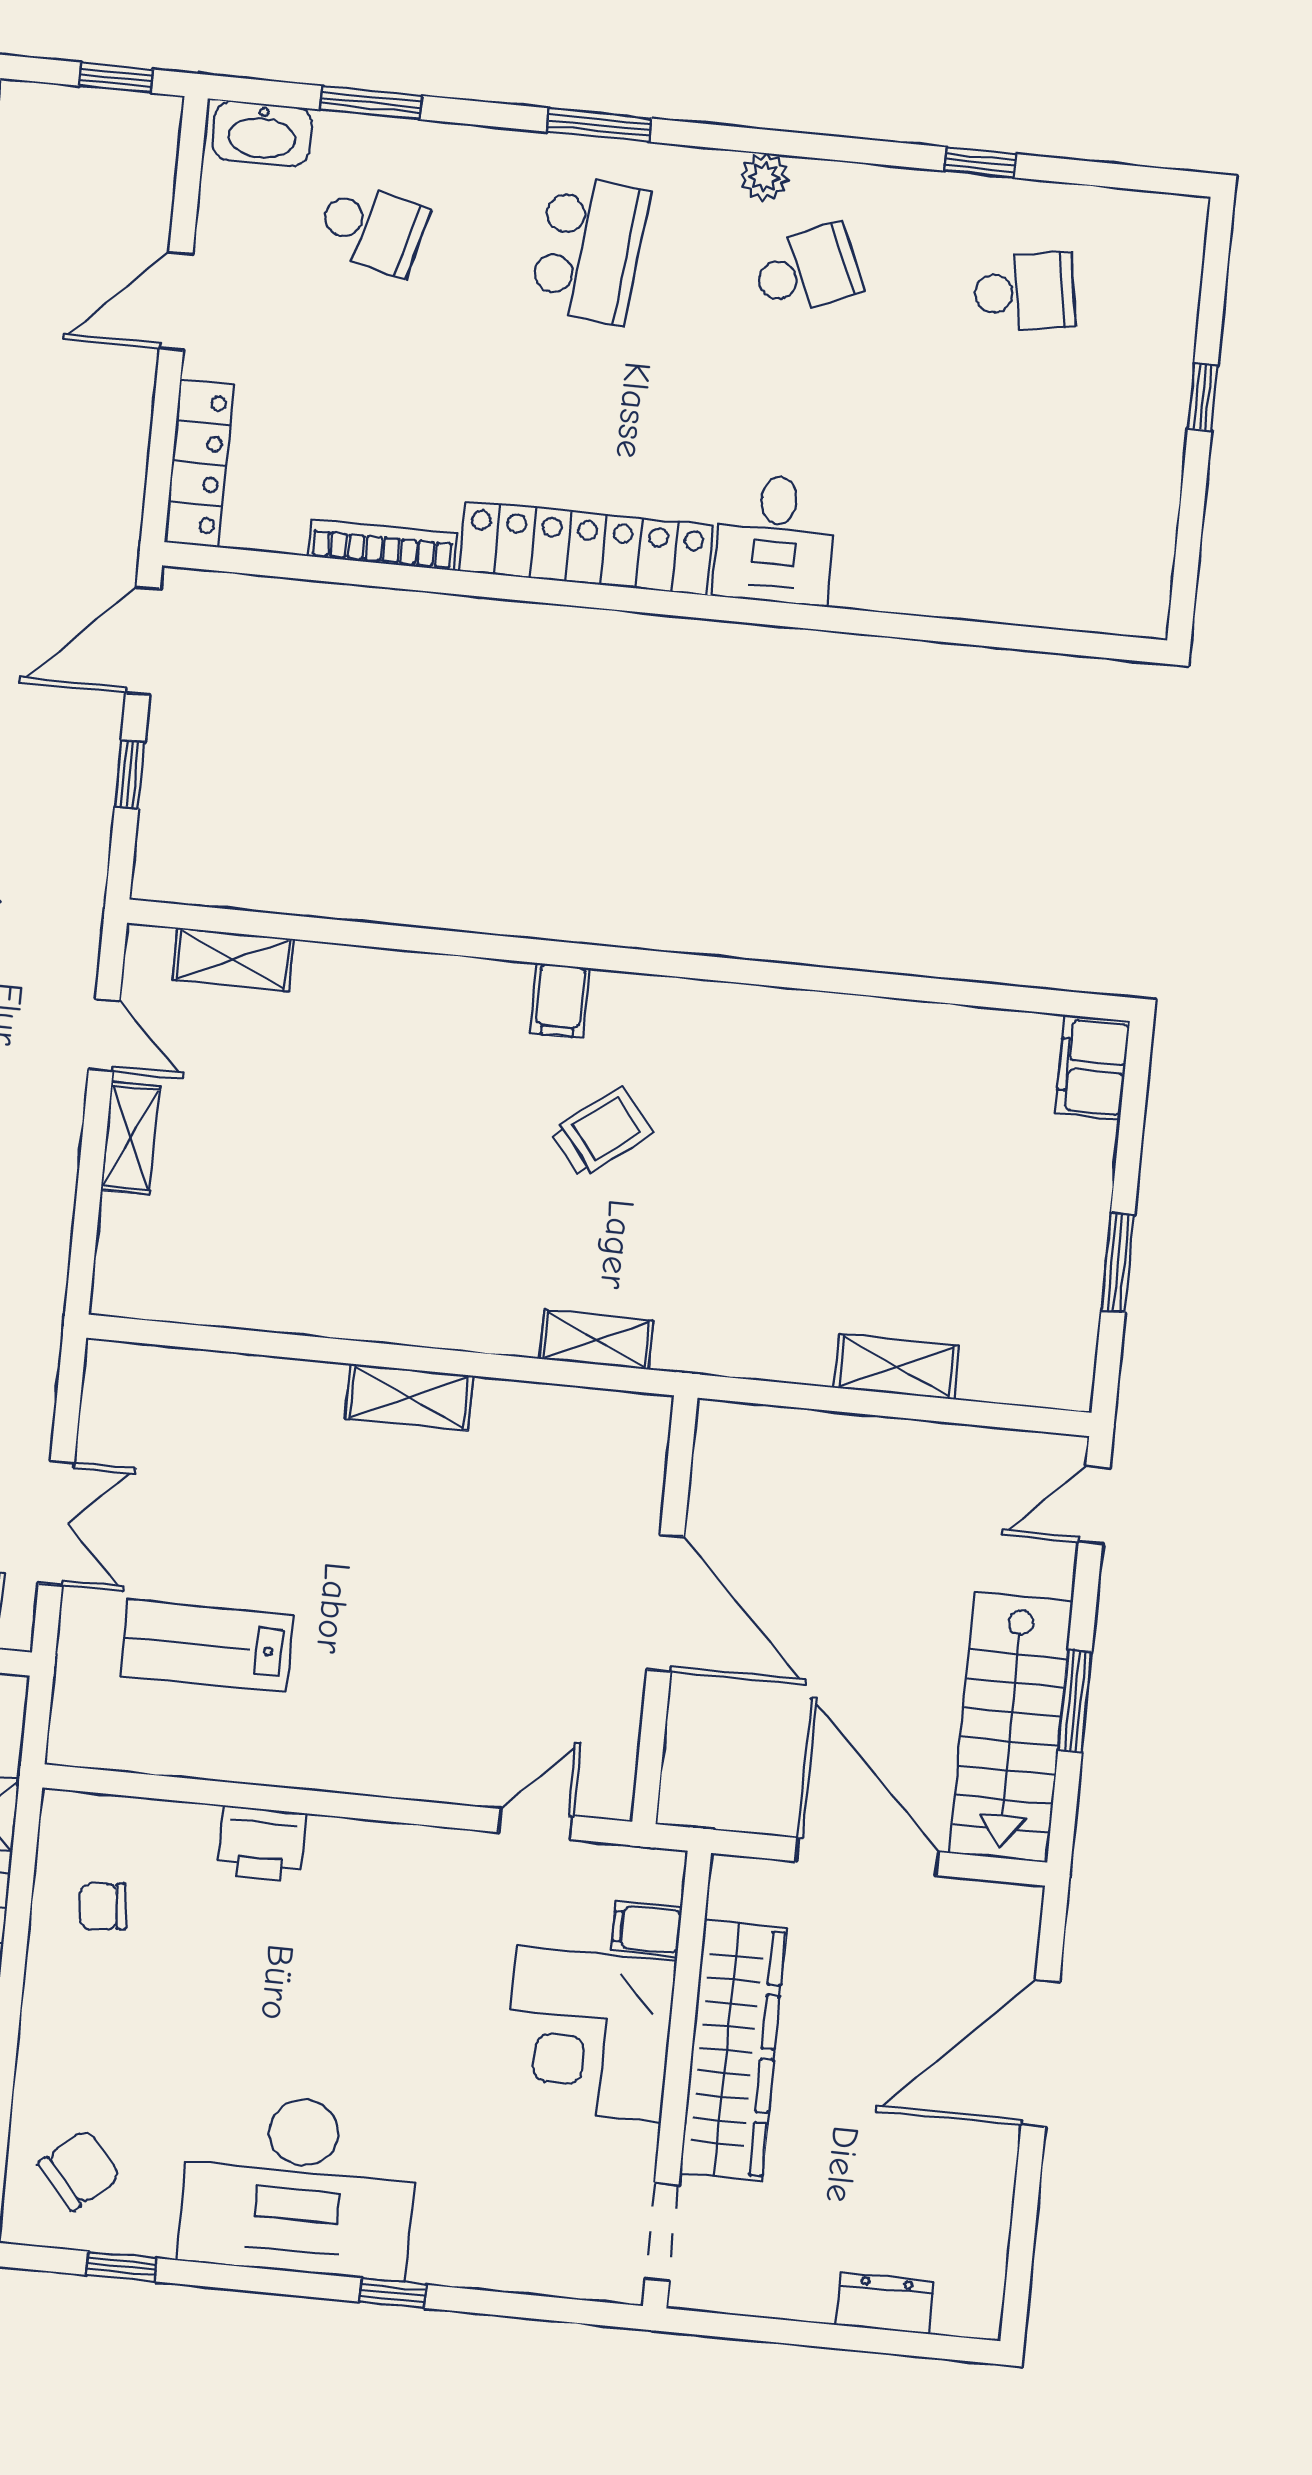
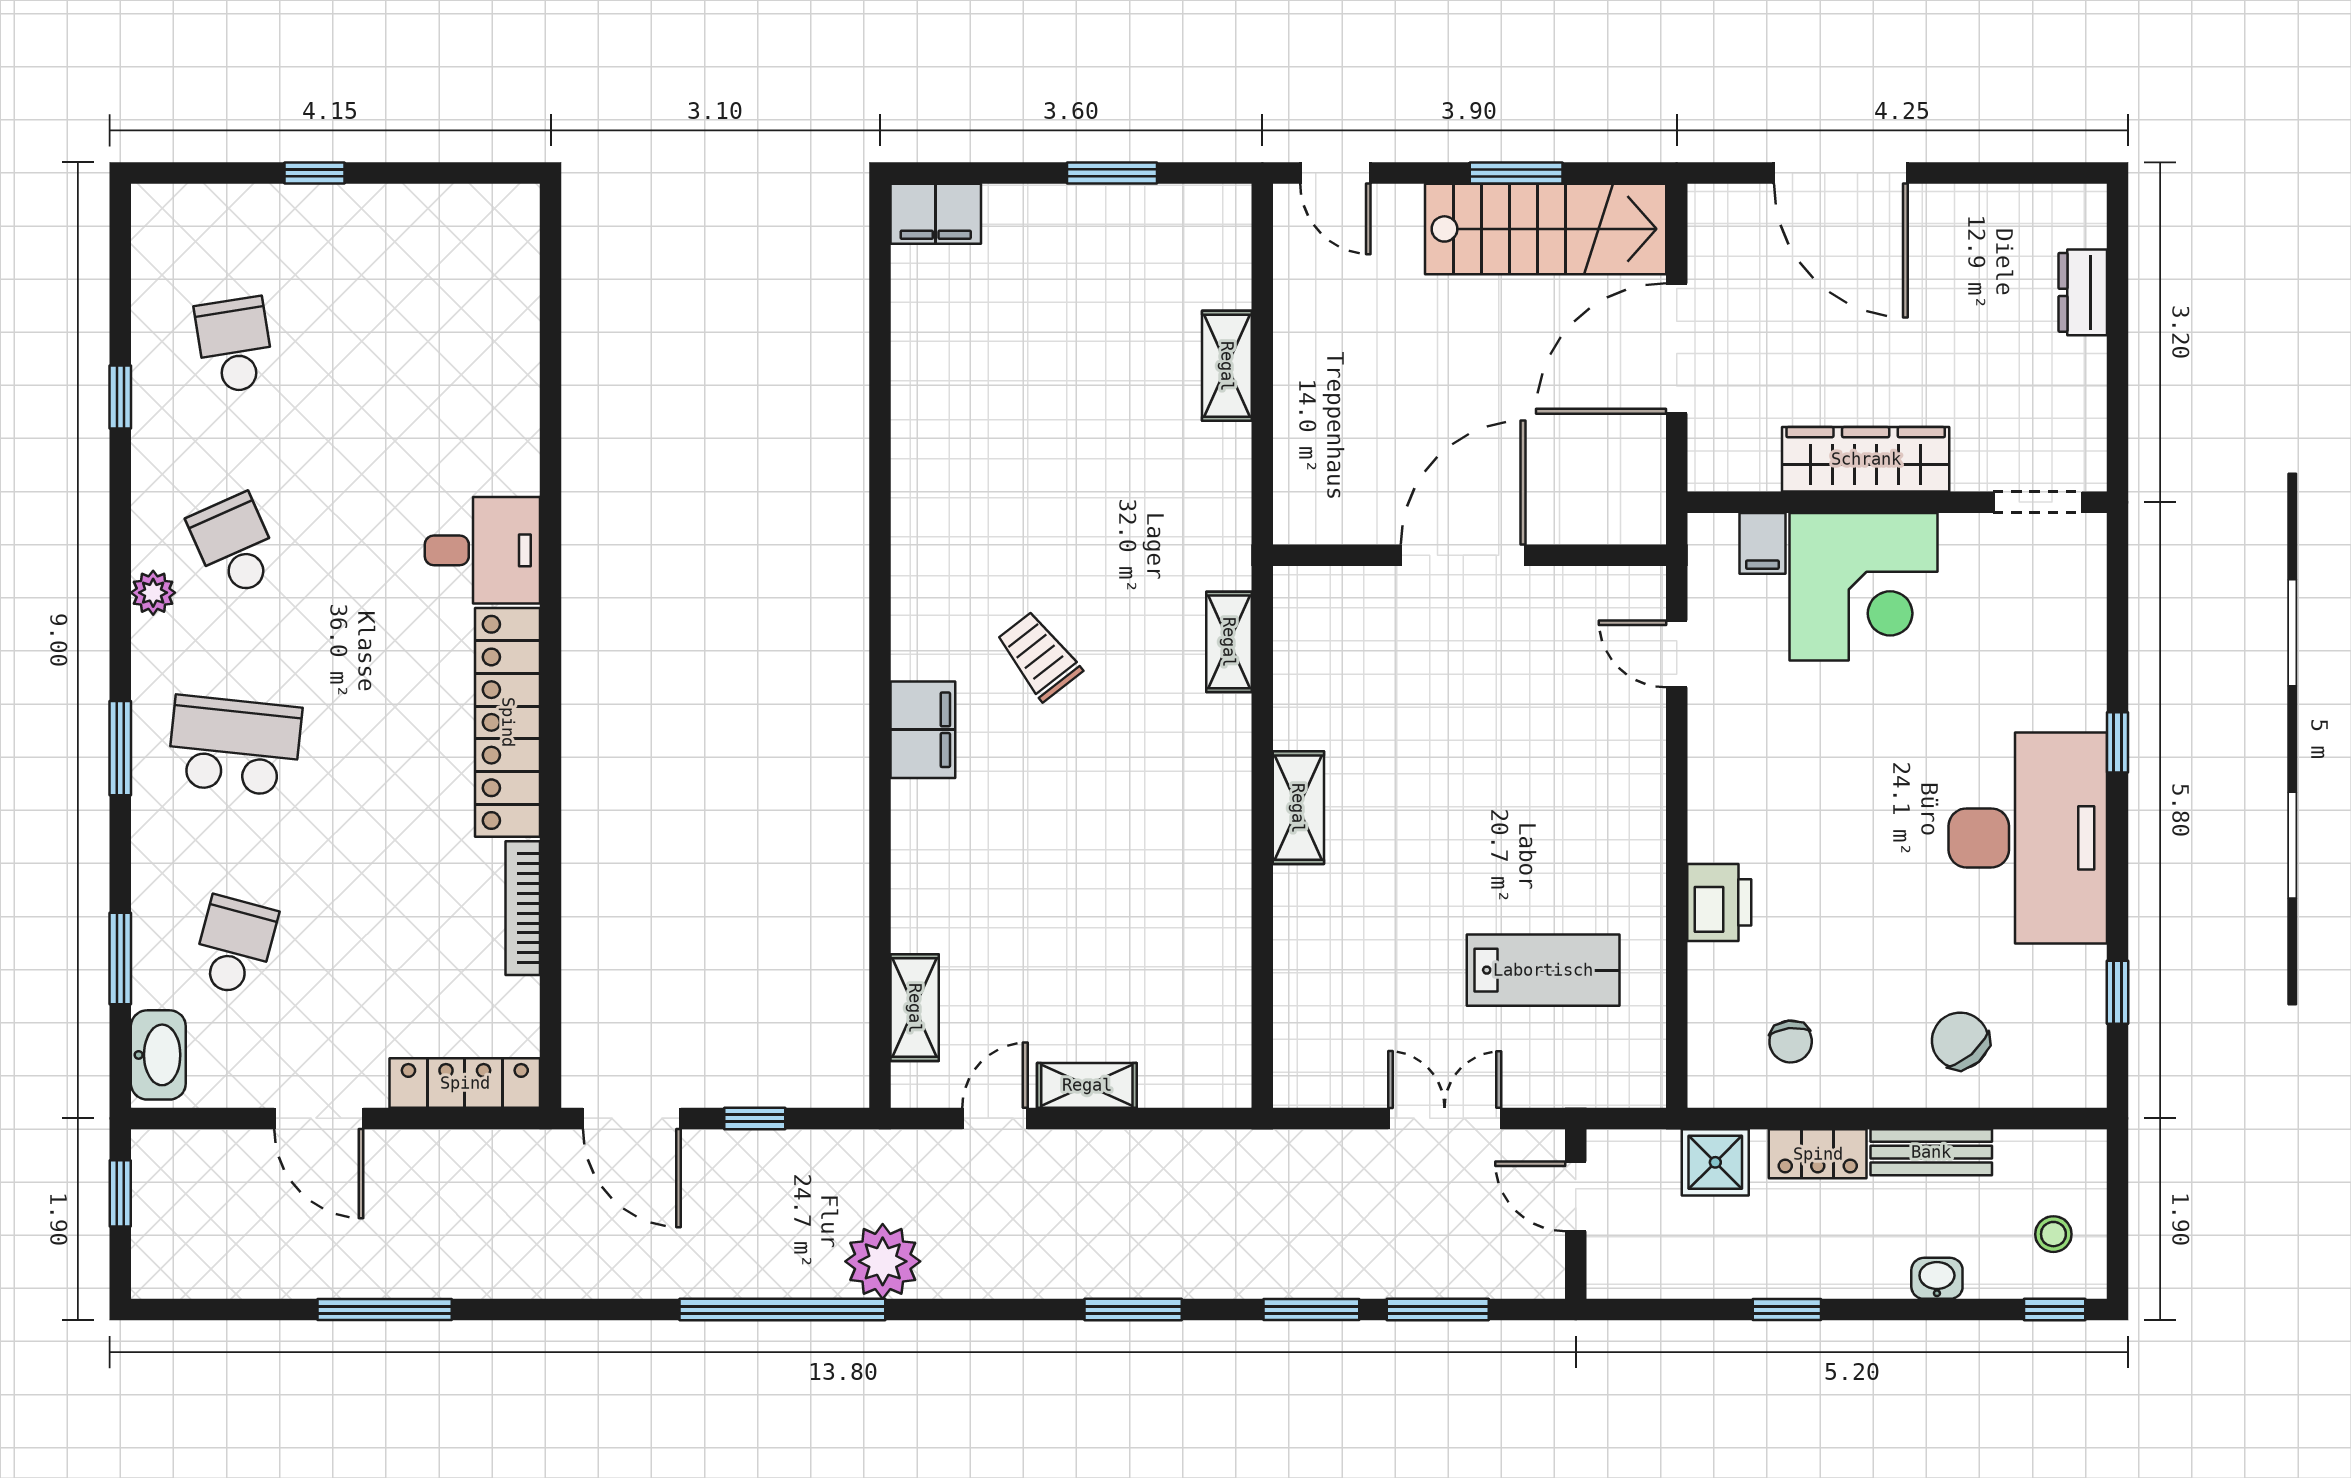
filing cabinet: (560, 1000) -> (923, 730), width x2.00
lab bench: (207, 1646) -> (1543, 970), turned -90
wardrobe: (733, 2051) -> (1866, 459), width x0.71, depth x0.85
chair: (79, 2170) -> (1960, 1041), moved

